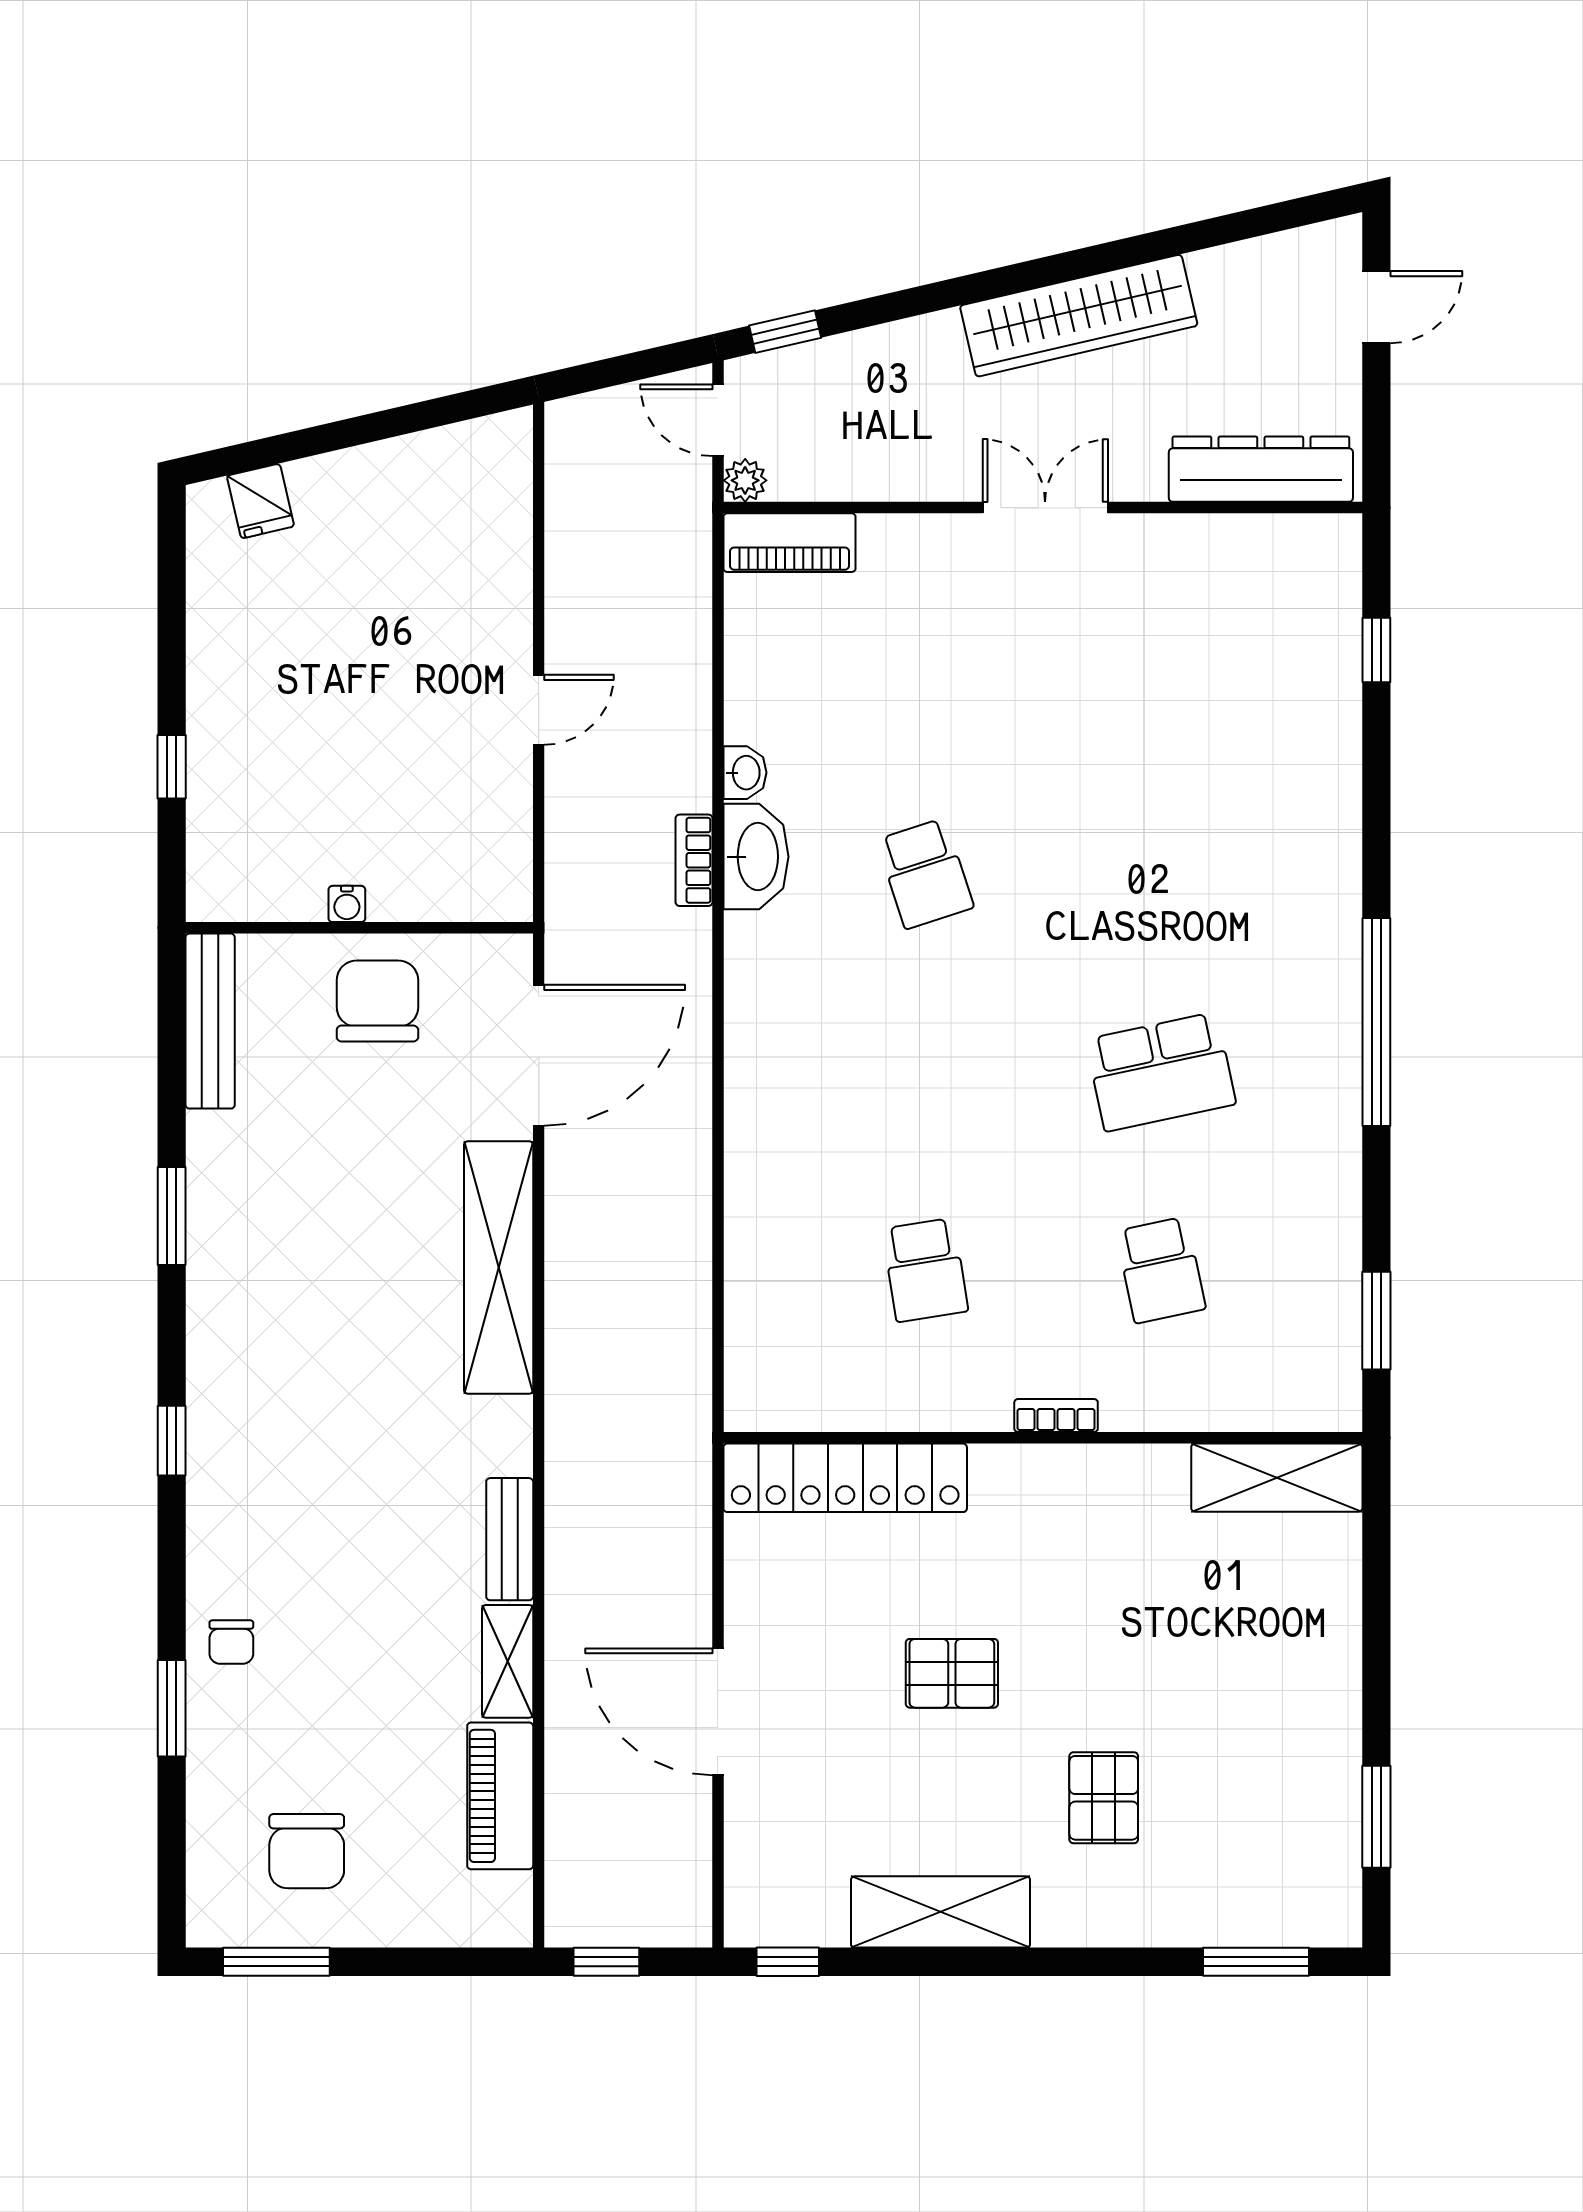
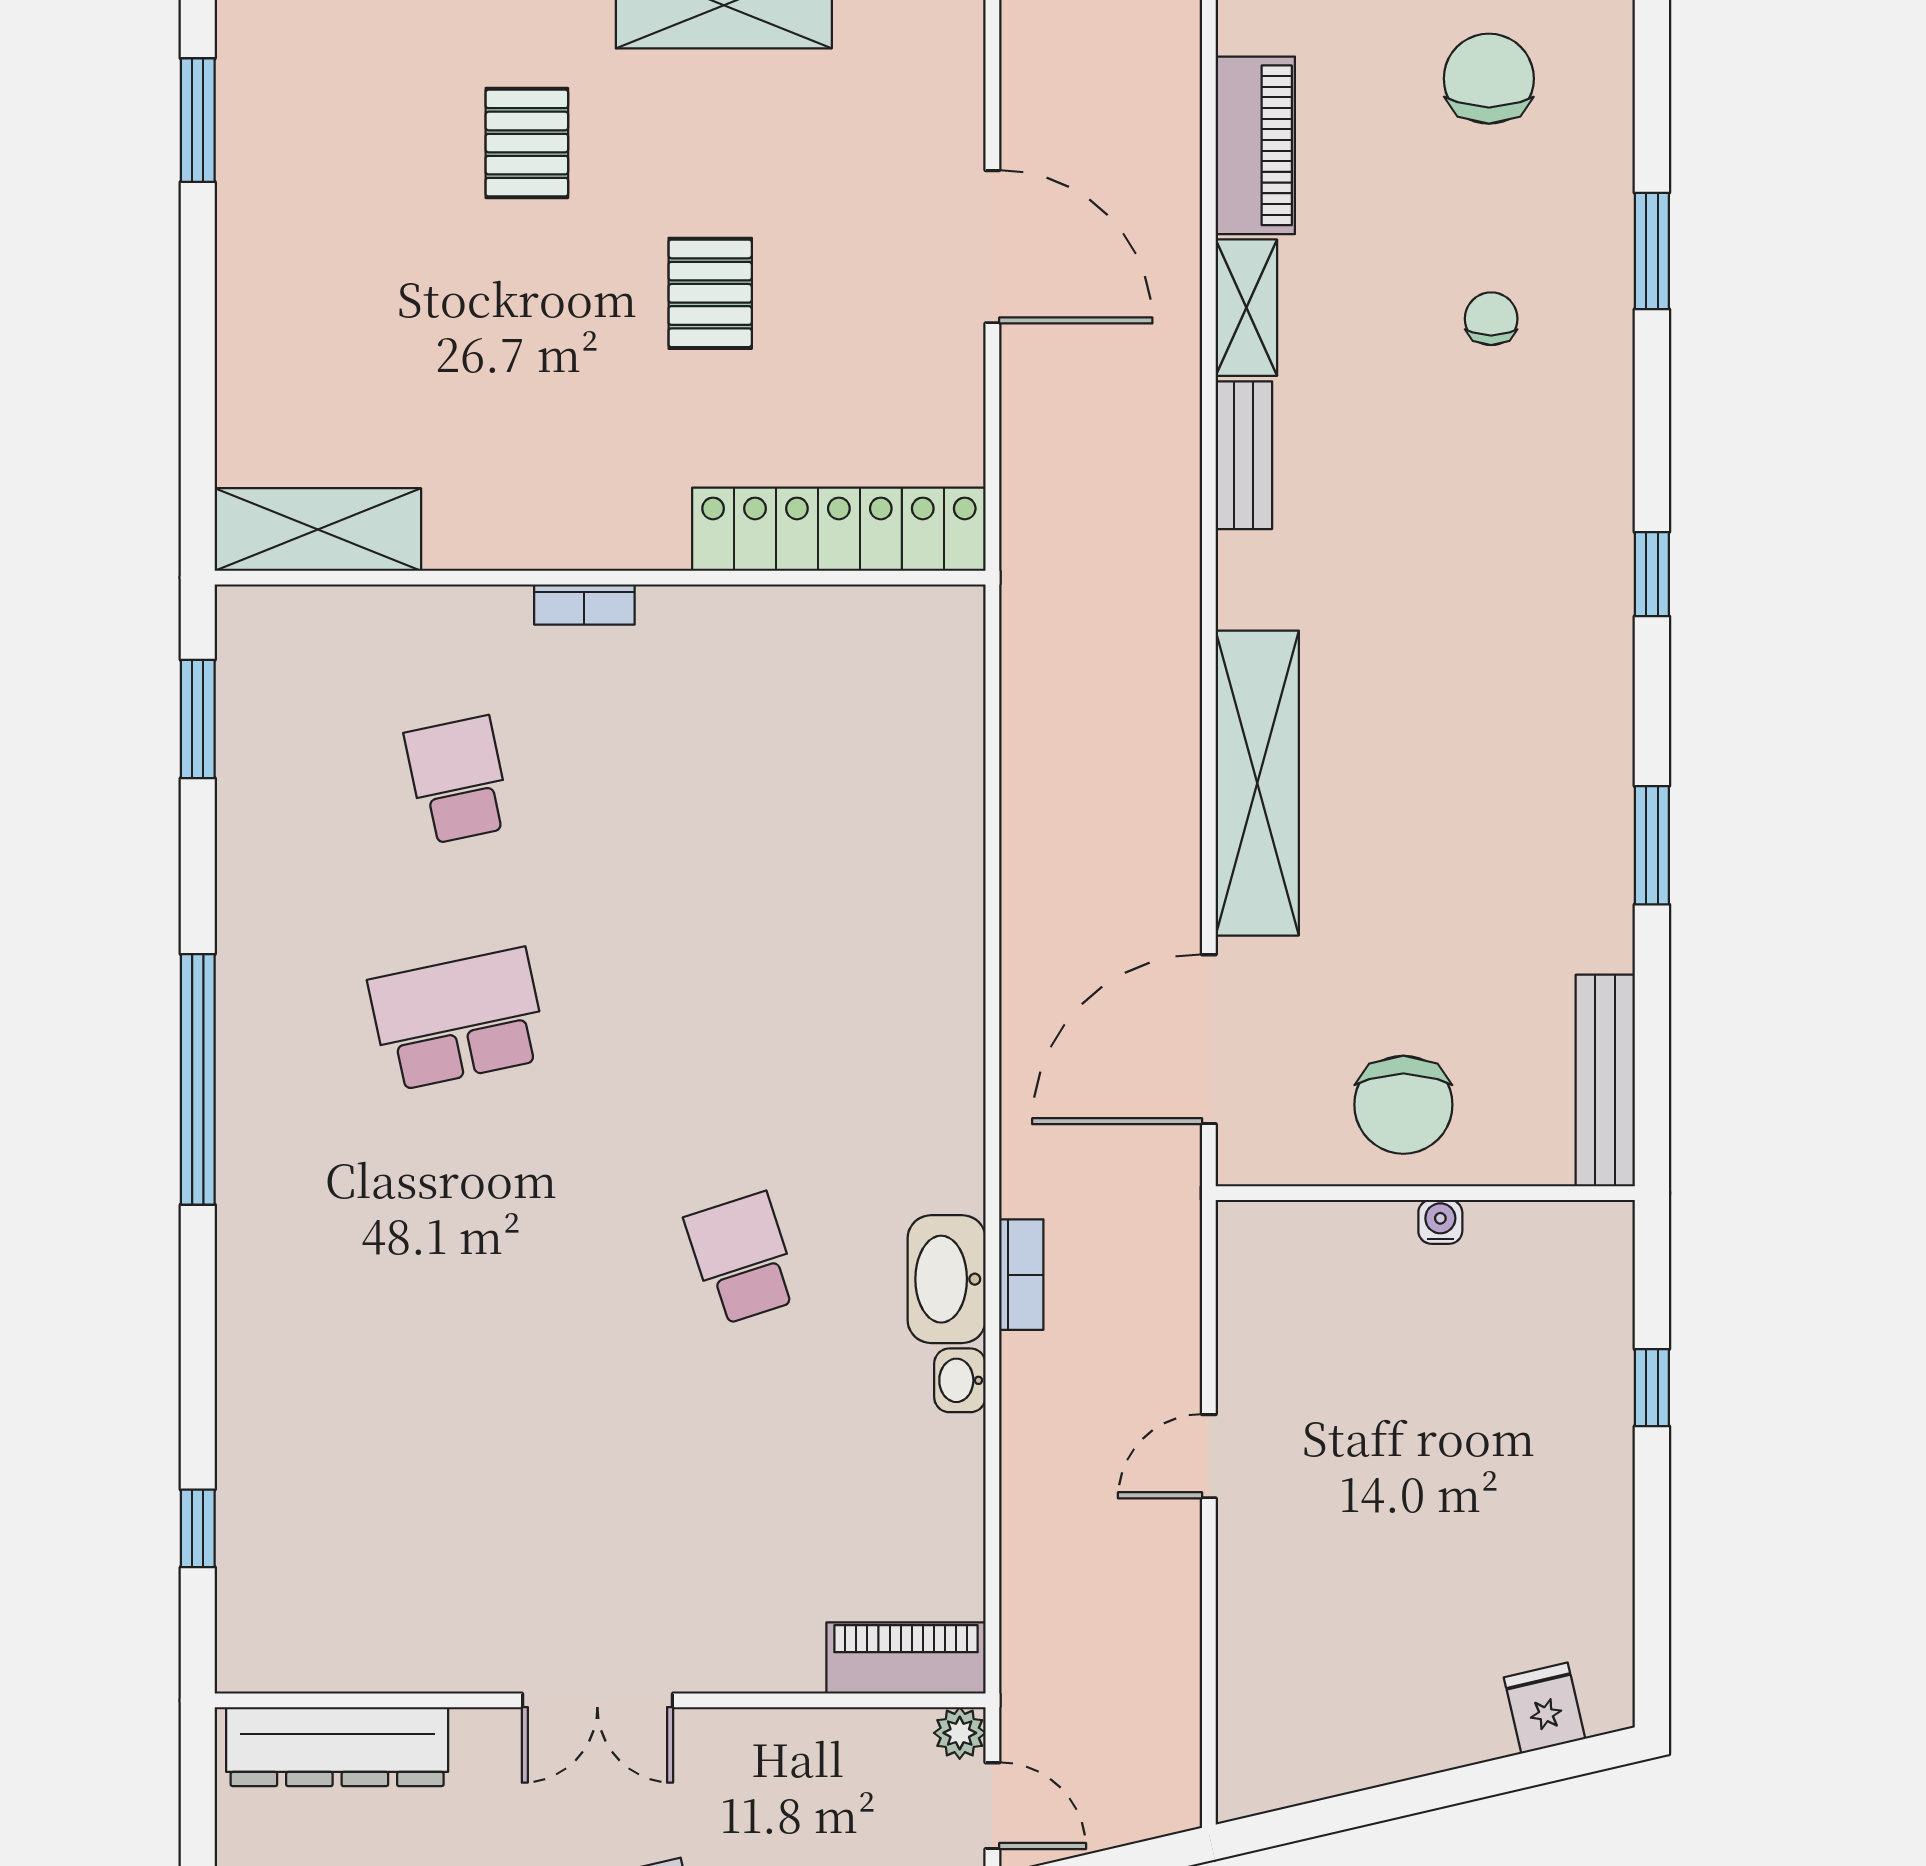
school desk: (925, 1270) -> (742, 780), removed
chair: (231, 1642) -> (1491, 319), moved
pallet: (952, 1673) -> (710, 293), turned 90

